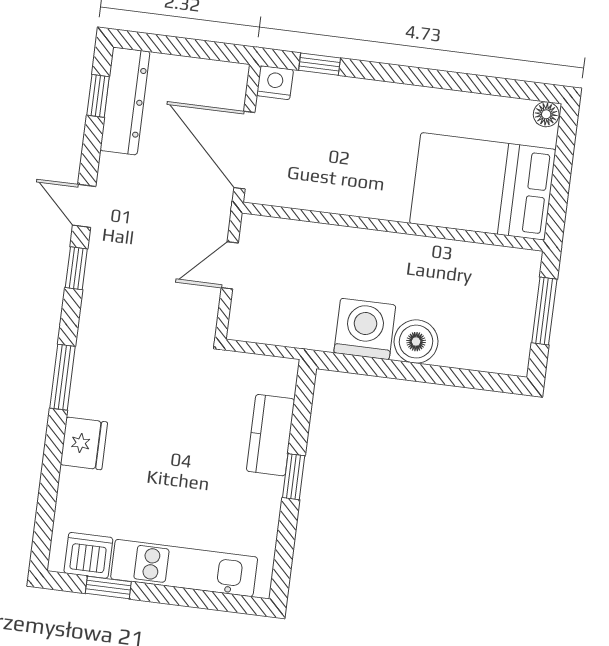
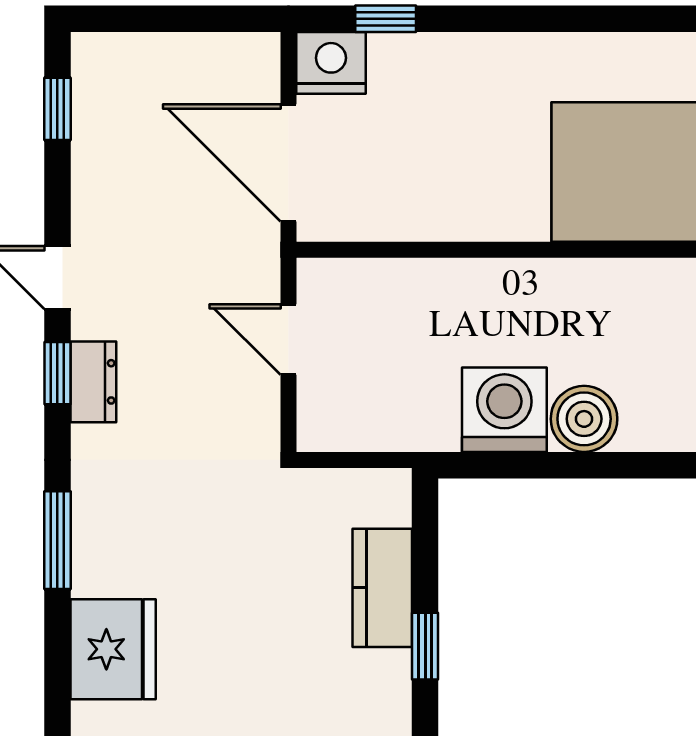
nightstand: (275, 83) -> (331, 63), width x1.36, depth x1.33
dresser: (125, 101) -> (93, 382), moved, width x0.51, depth x0.80
door: (230, 265) -> (289, 339), hinge flipped
fridge: (84, 443) -> (113, 649), width x1.36, depth x1.34

